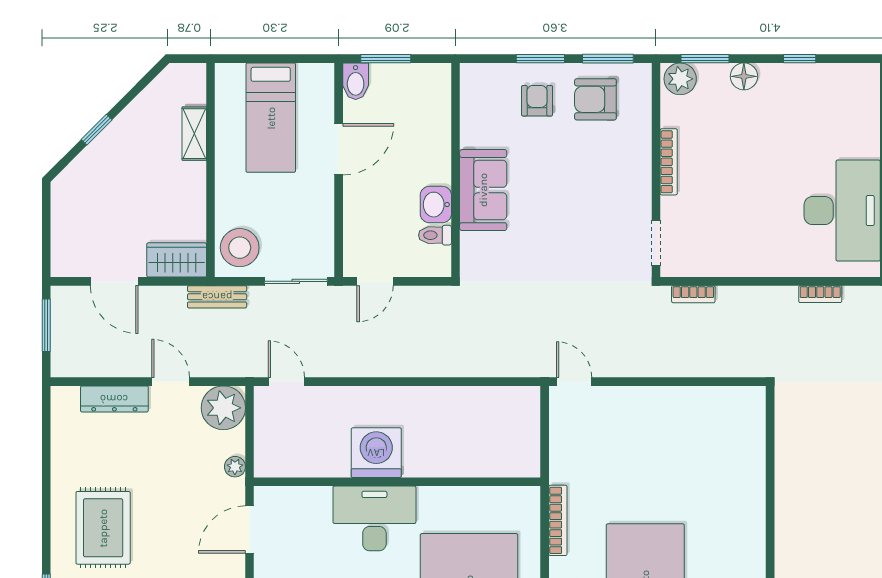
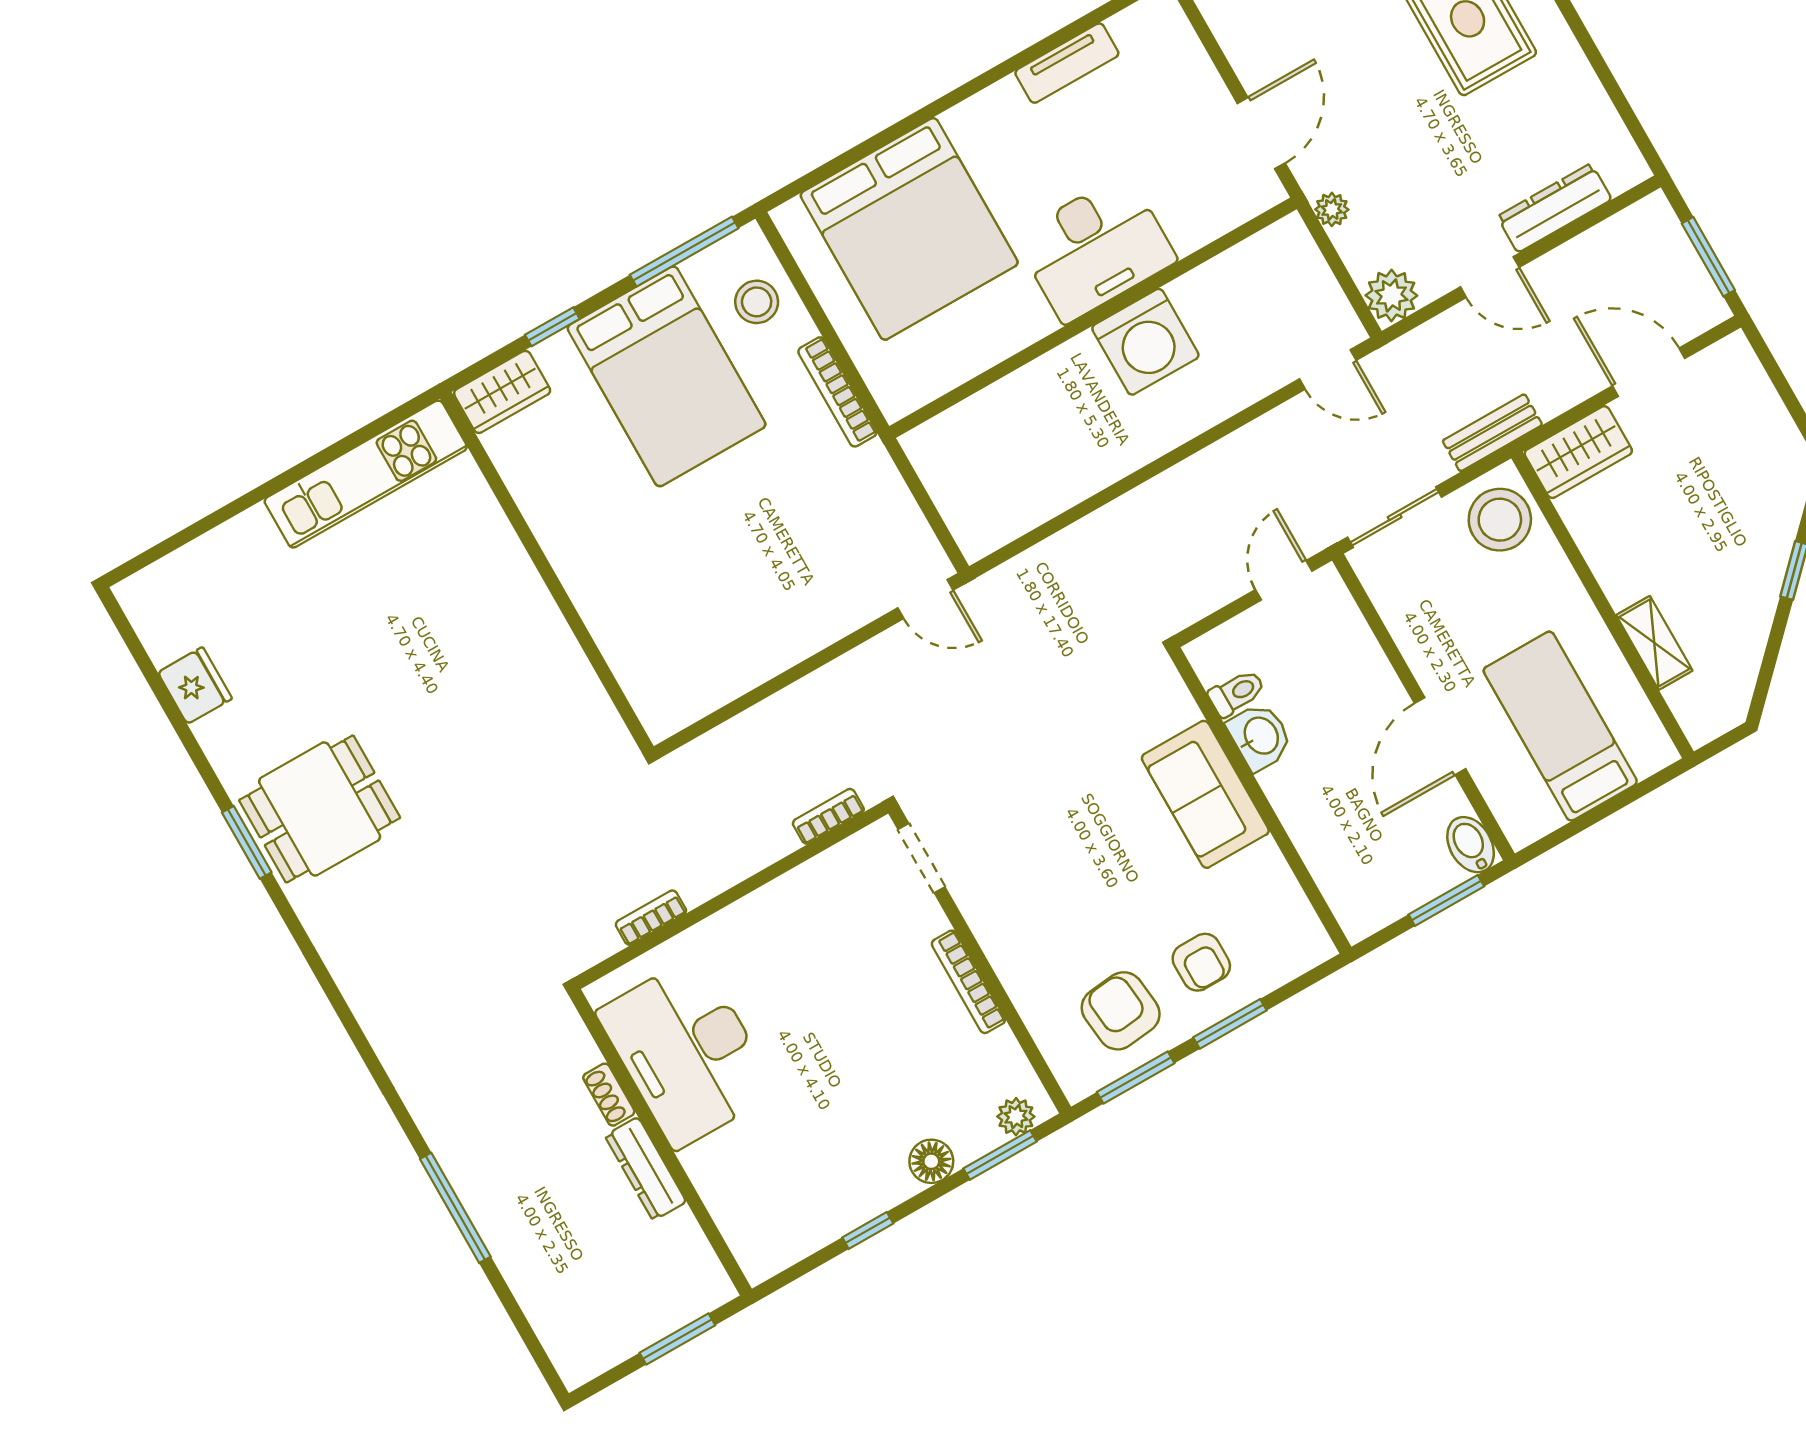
plant: (680, 79) -> (1016, 1117), width x0.73, depth x0.73
armchair: (595, 99) -> (1121, 1011), turned -96
plant: (223, 408) -> (1391, 295), width x0.73, depth x0.73

